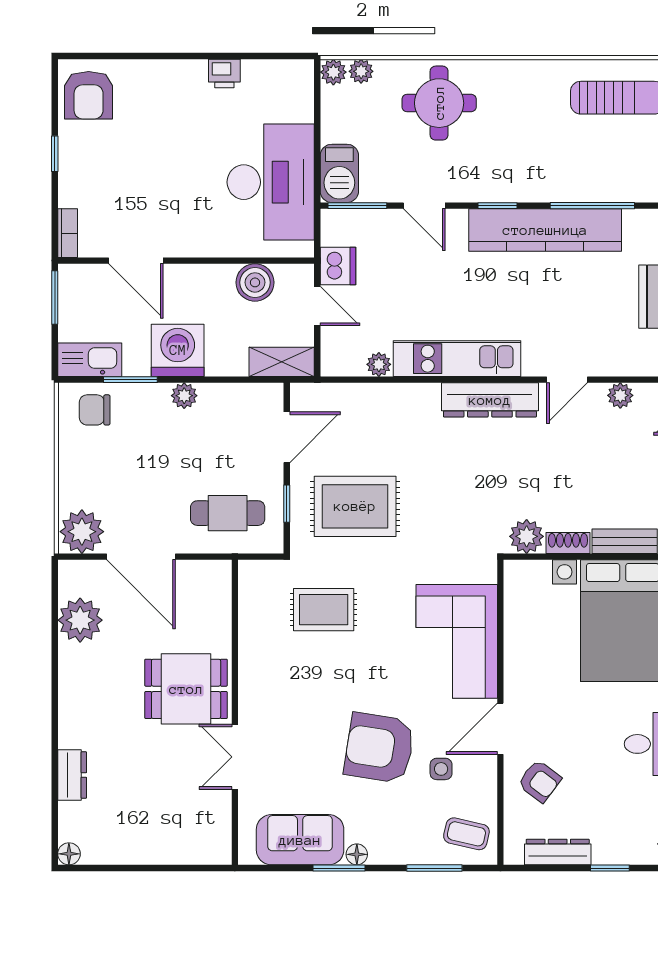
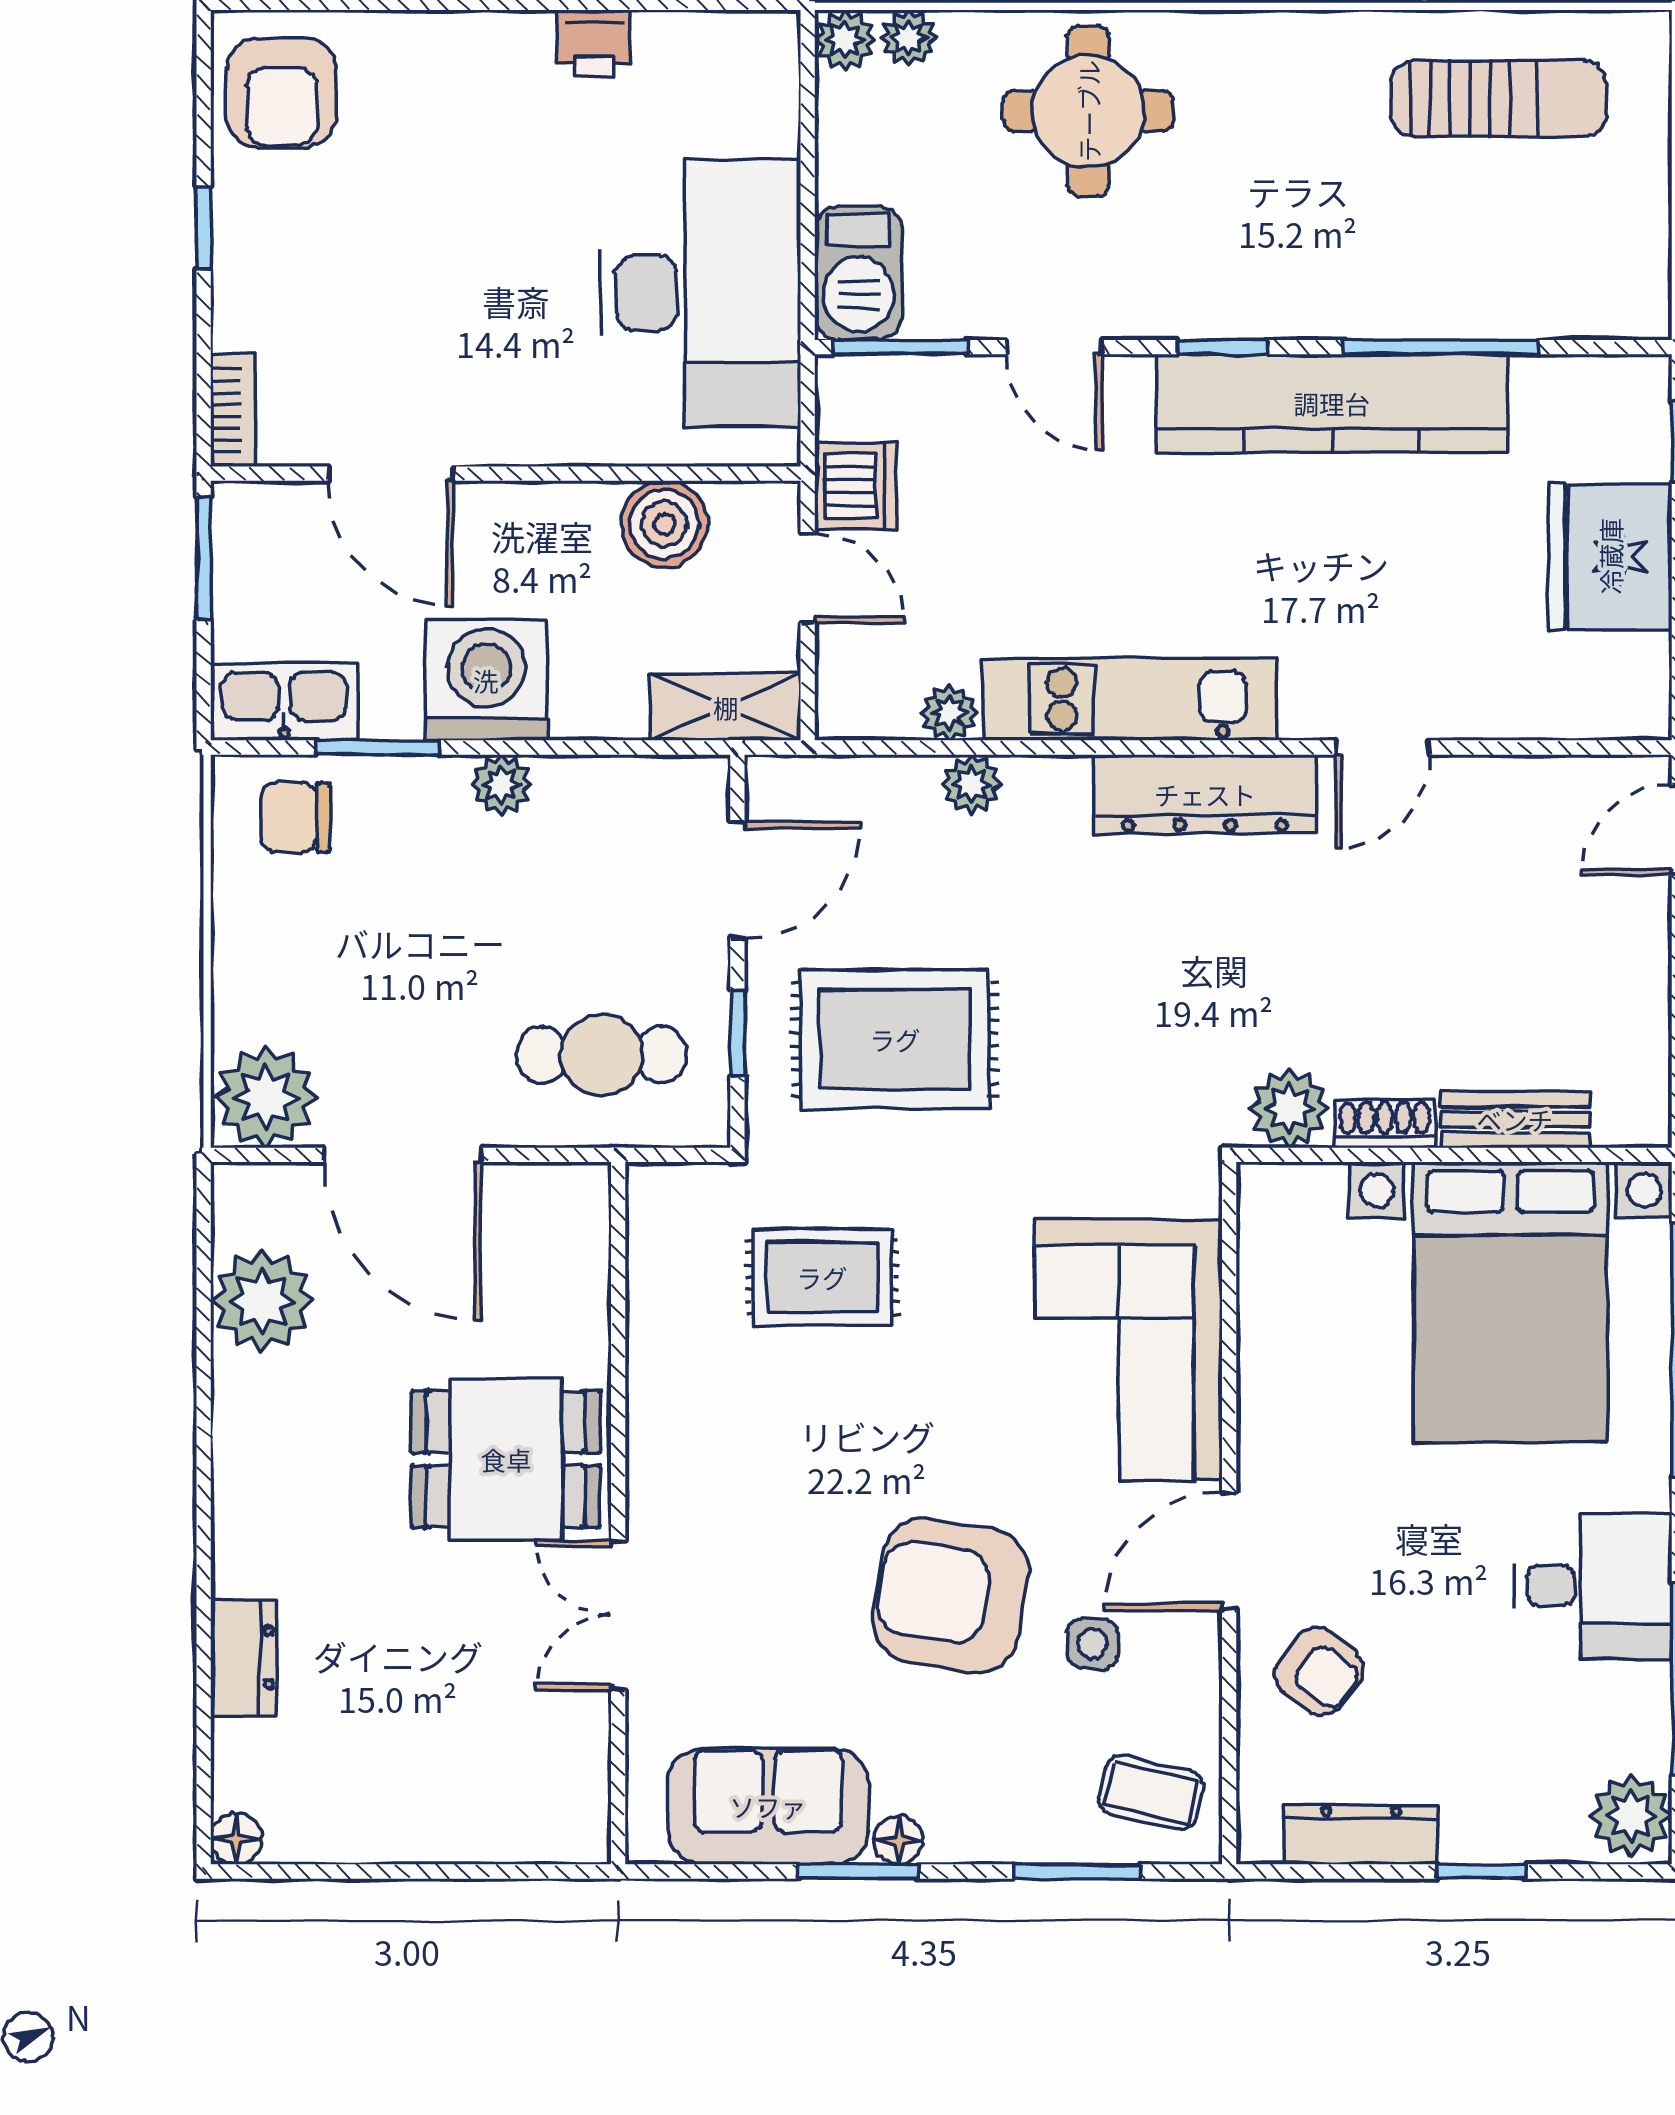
plant: (620, 395) -> (972, 784), moved

